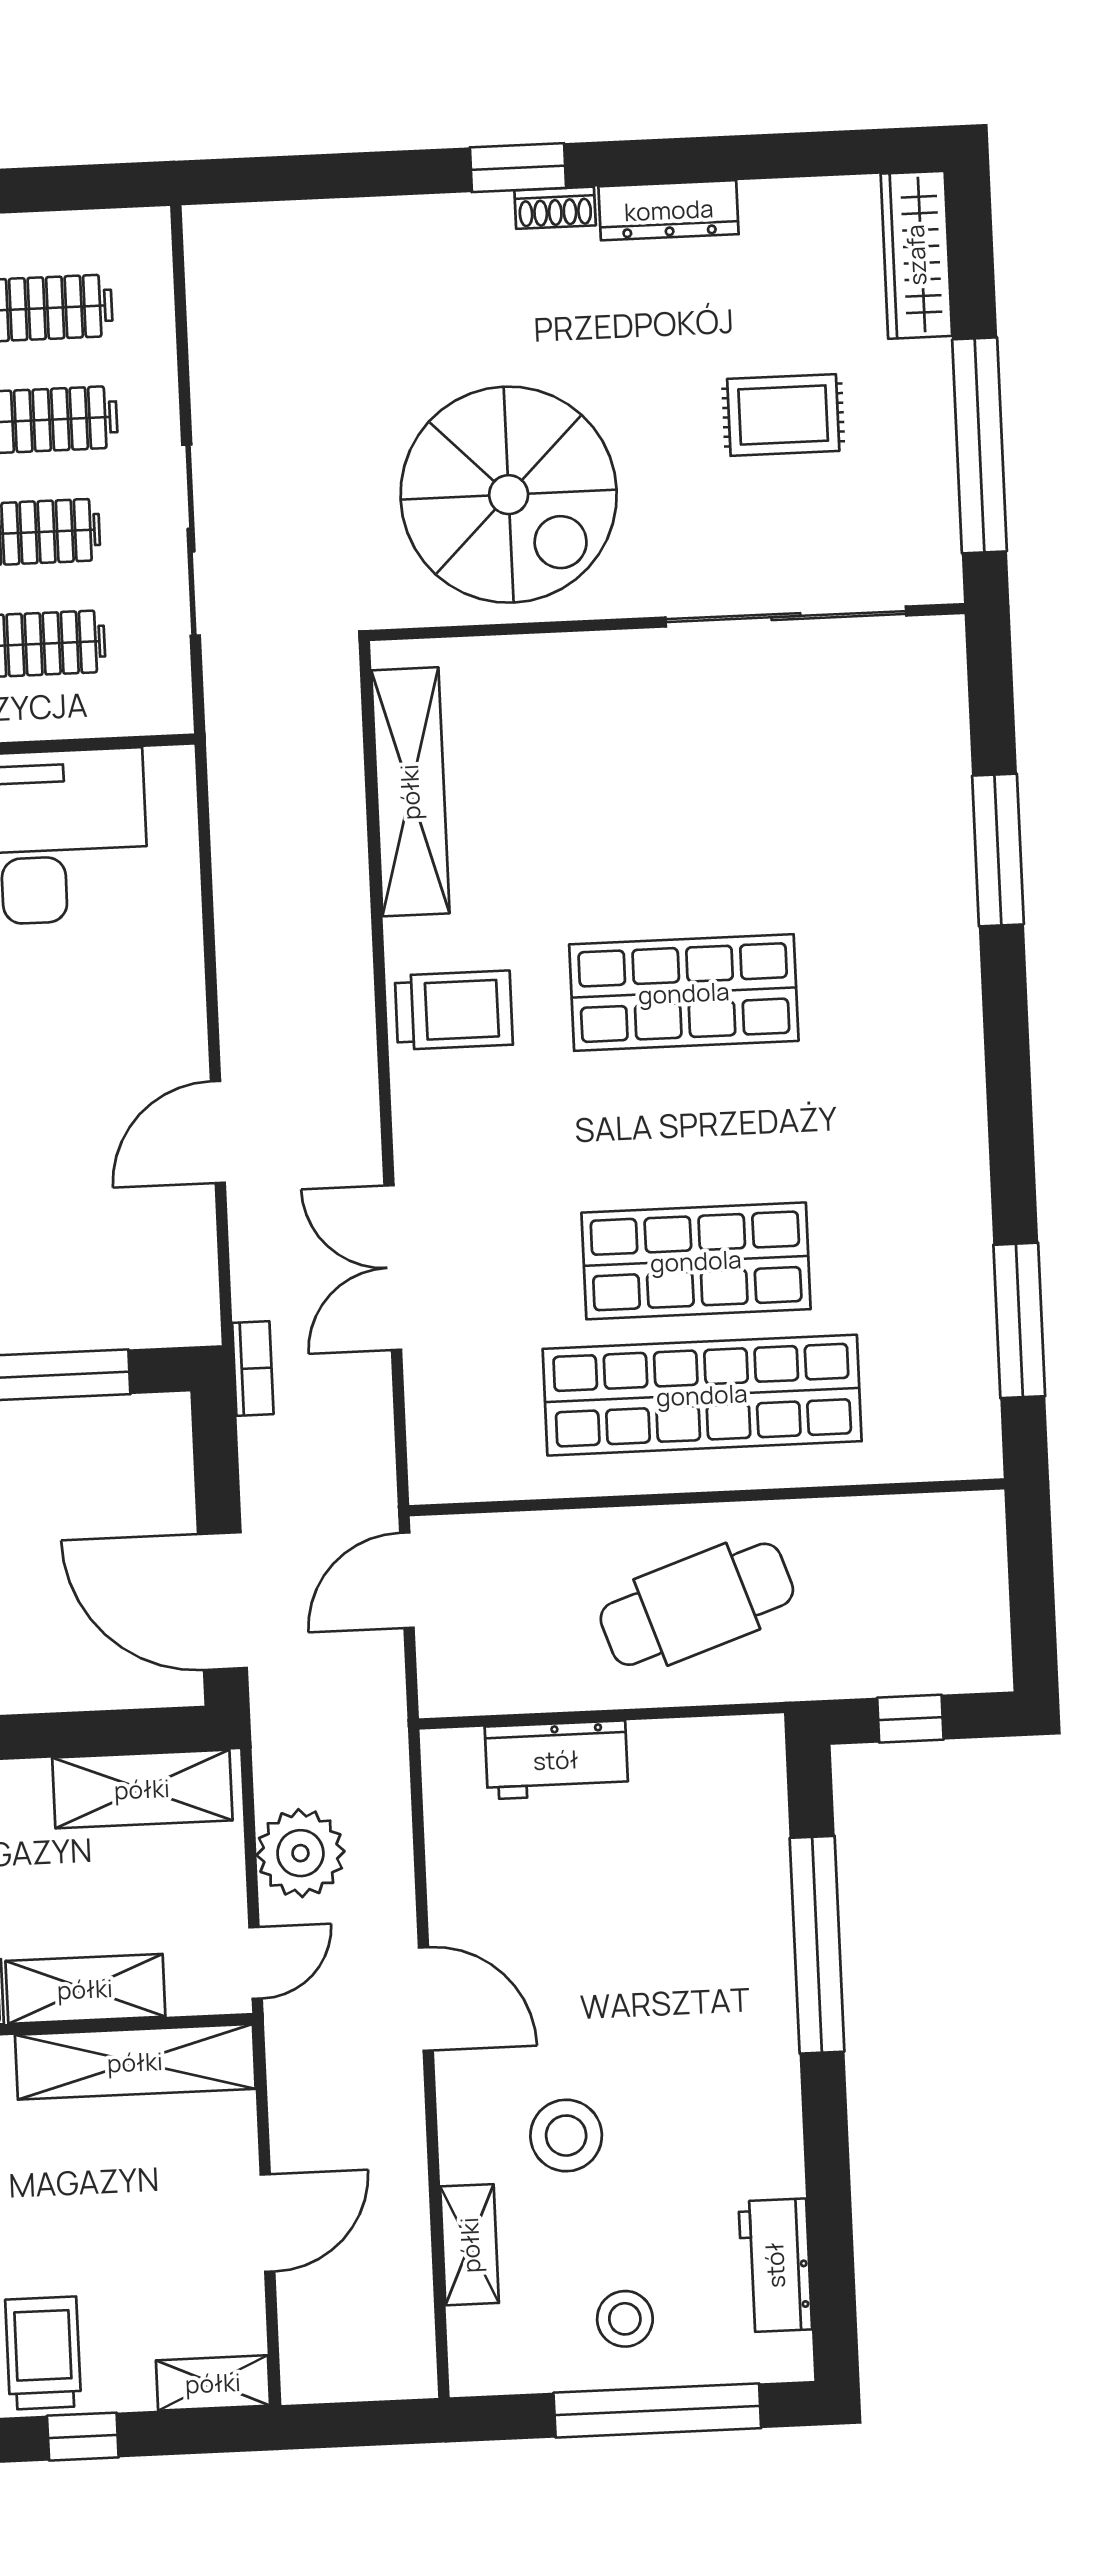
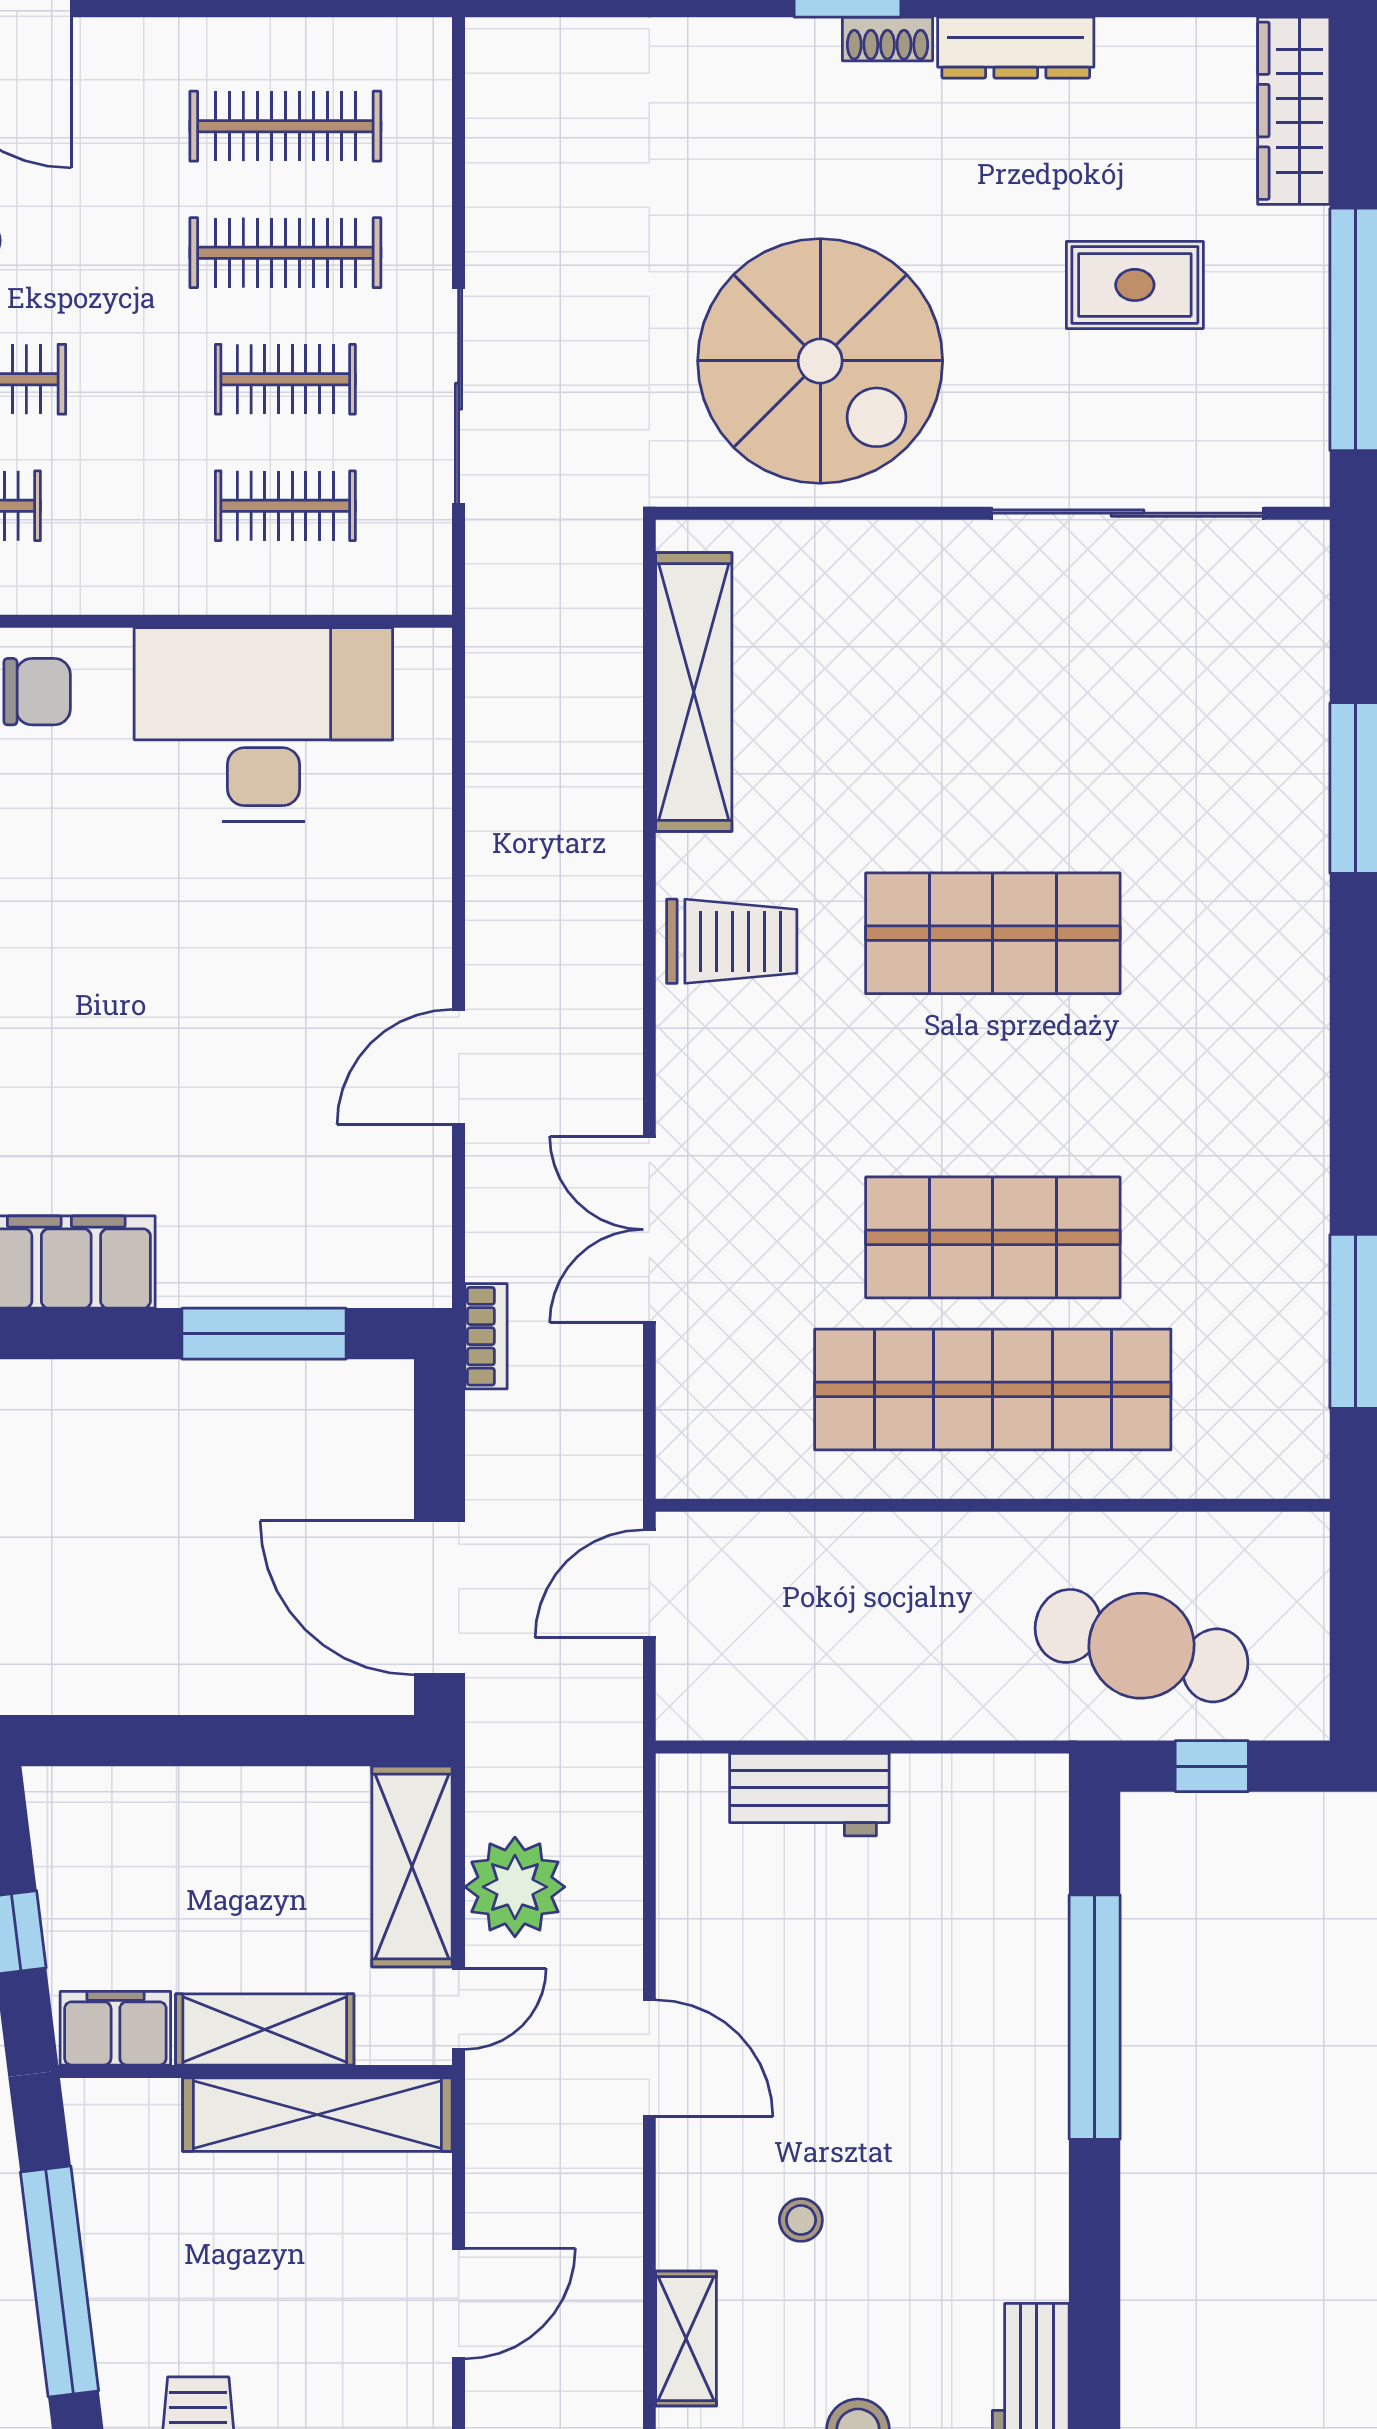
cafe table: (697, 1604) -> (1141, 1646), moved, turned 34
shelving: (142, 1789) -> (412, 1867), moved, turned 90
stool: (566, 2136) -> (801, 2220), width x0.53, depth x0.53

